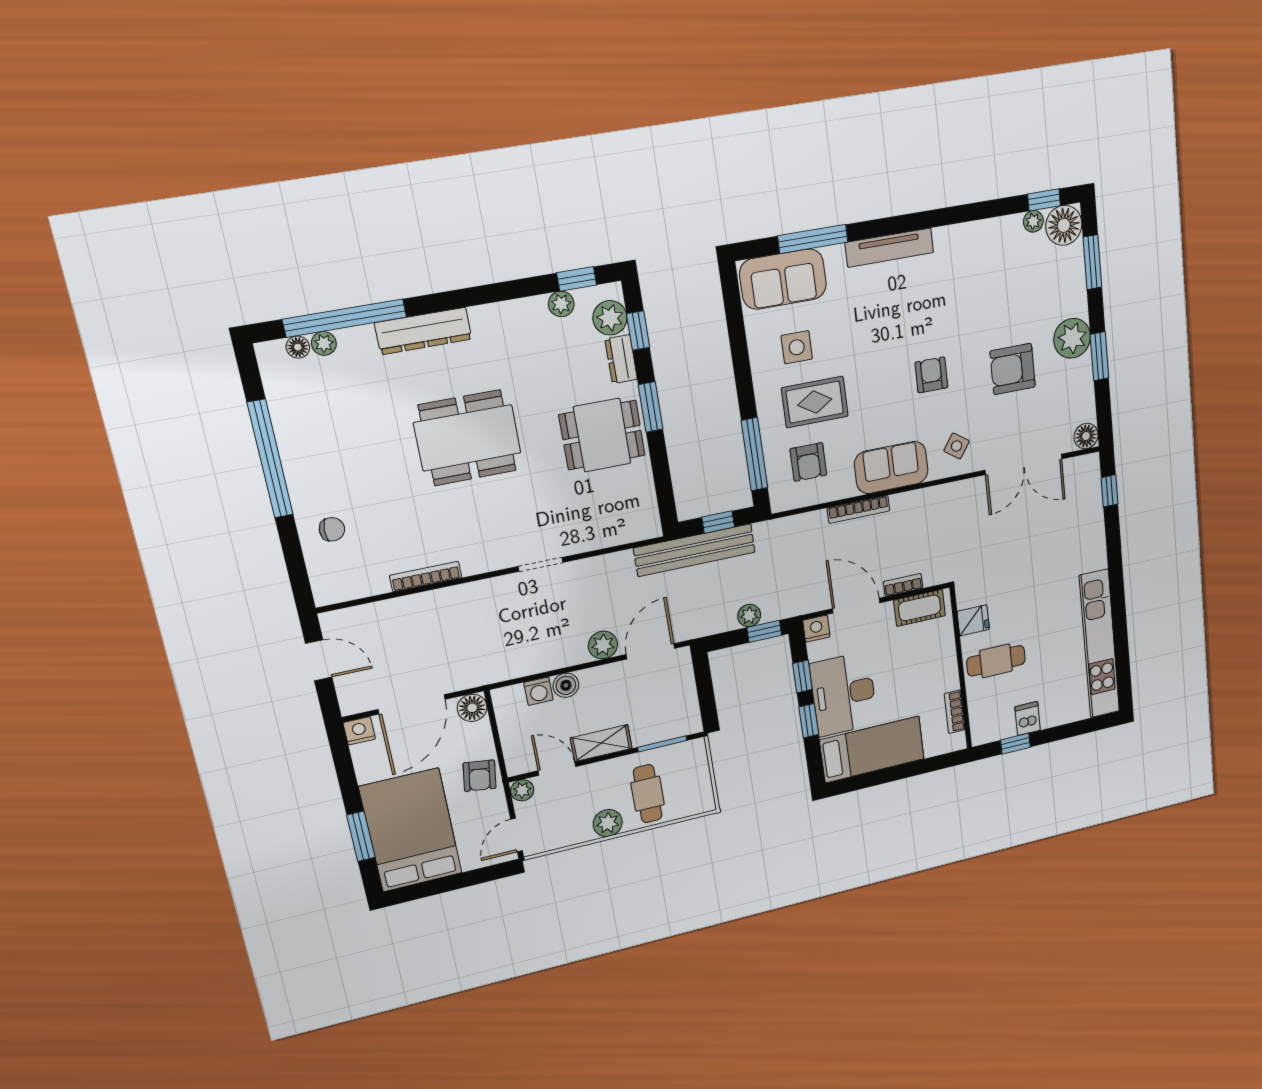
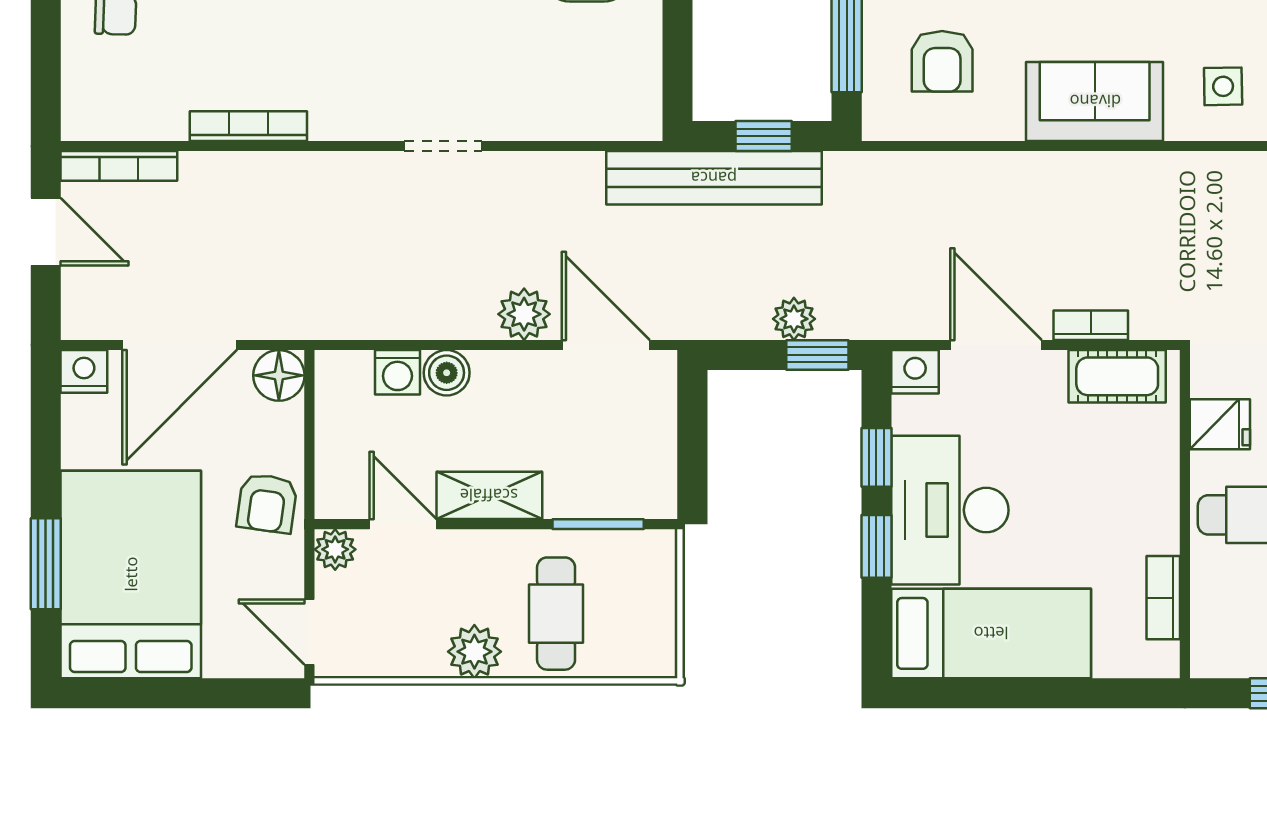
side table: (957, 446) -> (1223, 86), turned -36
bookcase: (859, 509) -> (119, 166), moved
door: (650, 651) -> (606, 345), hinge flipped
door: (517, 835) -> (309, 632), hinge flipped

